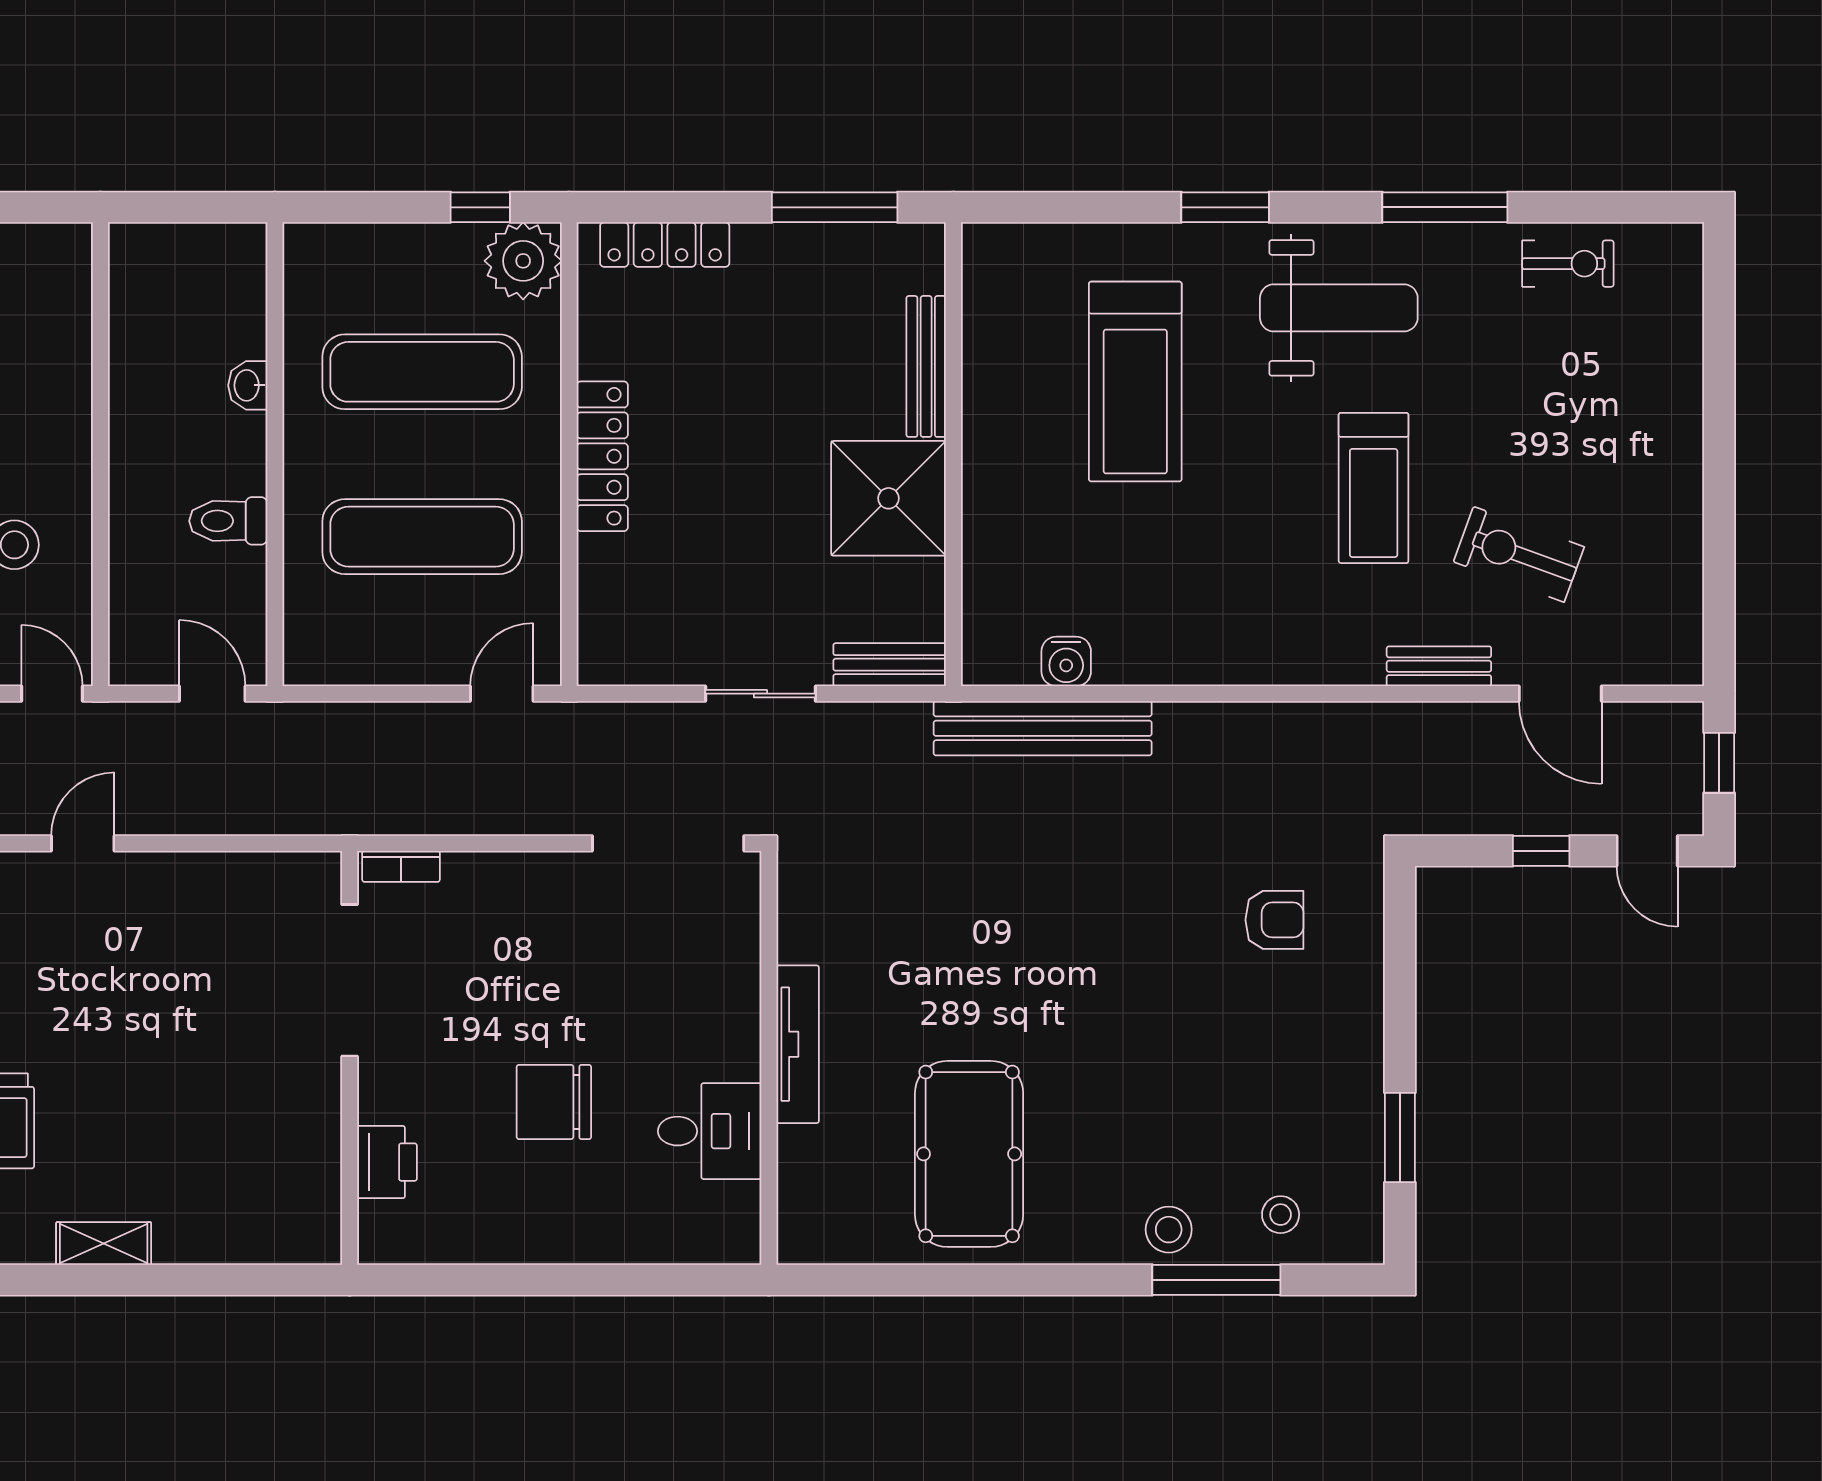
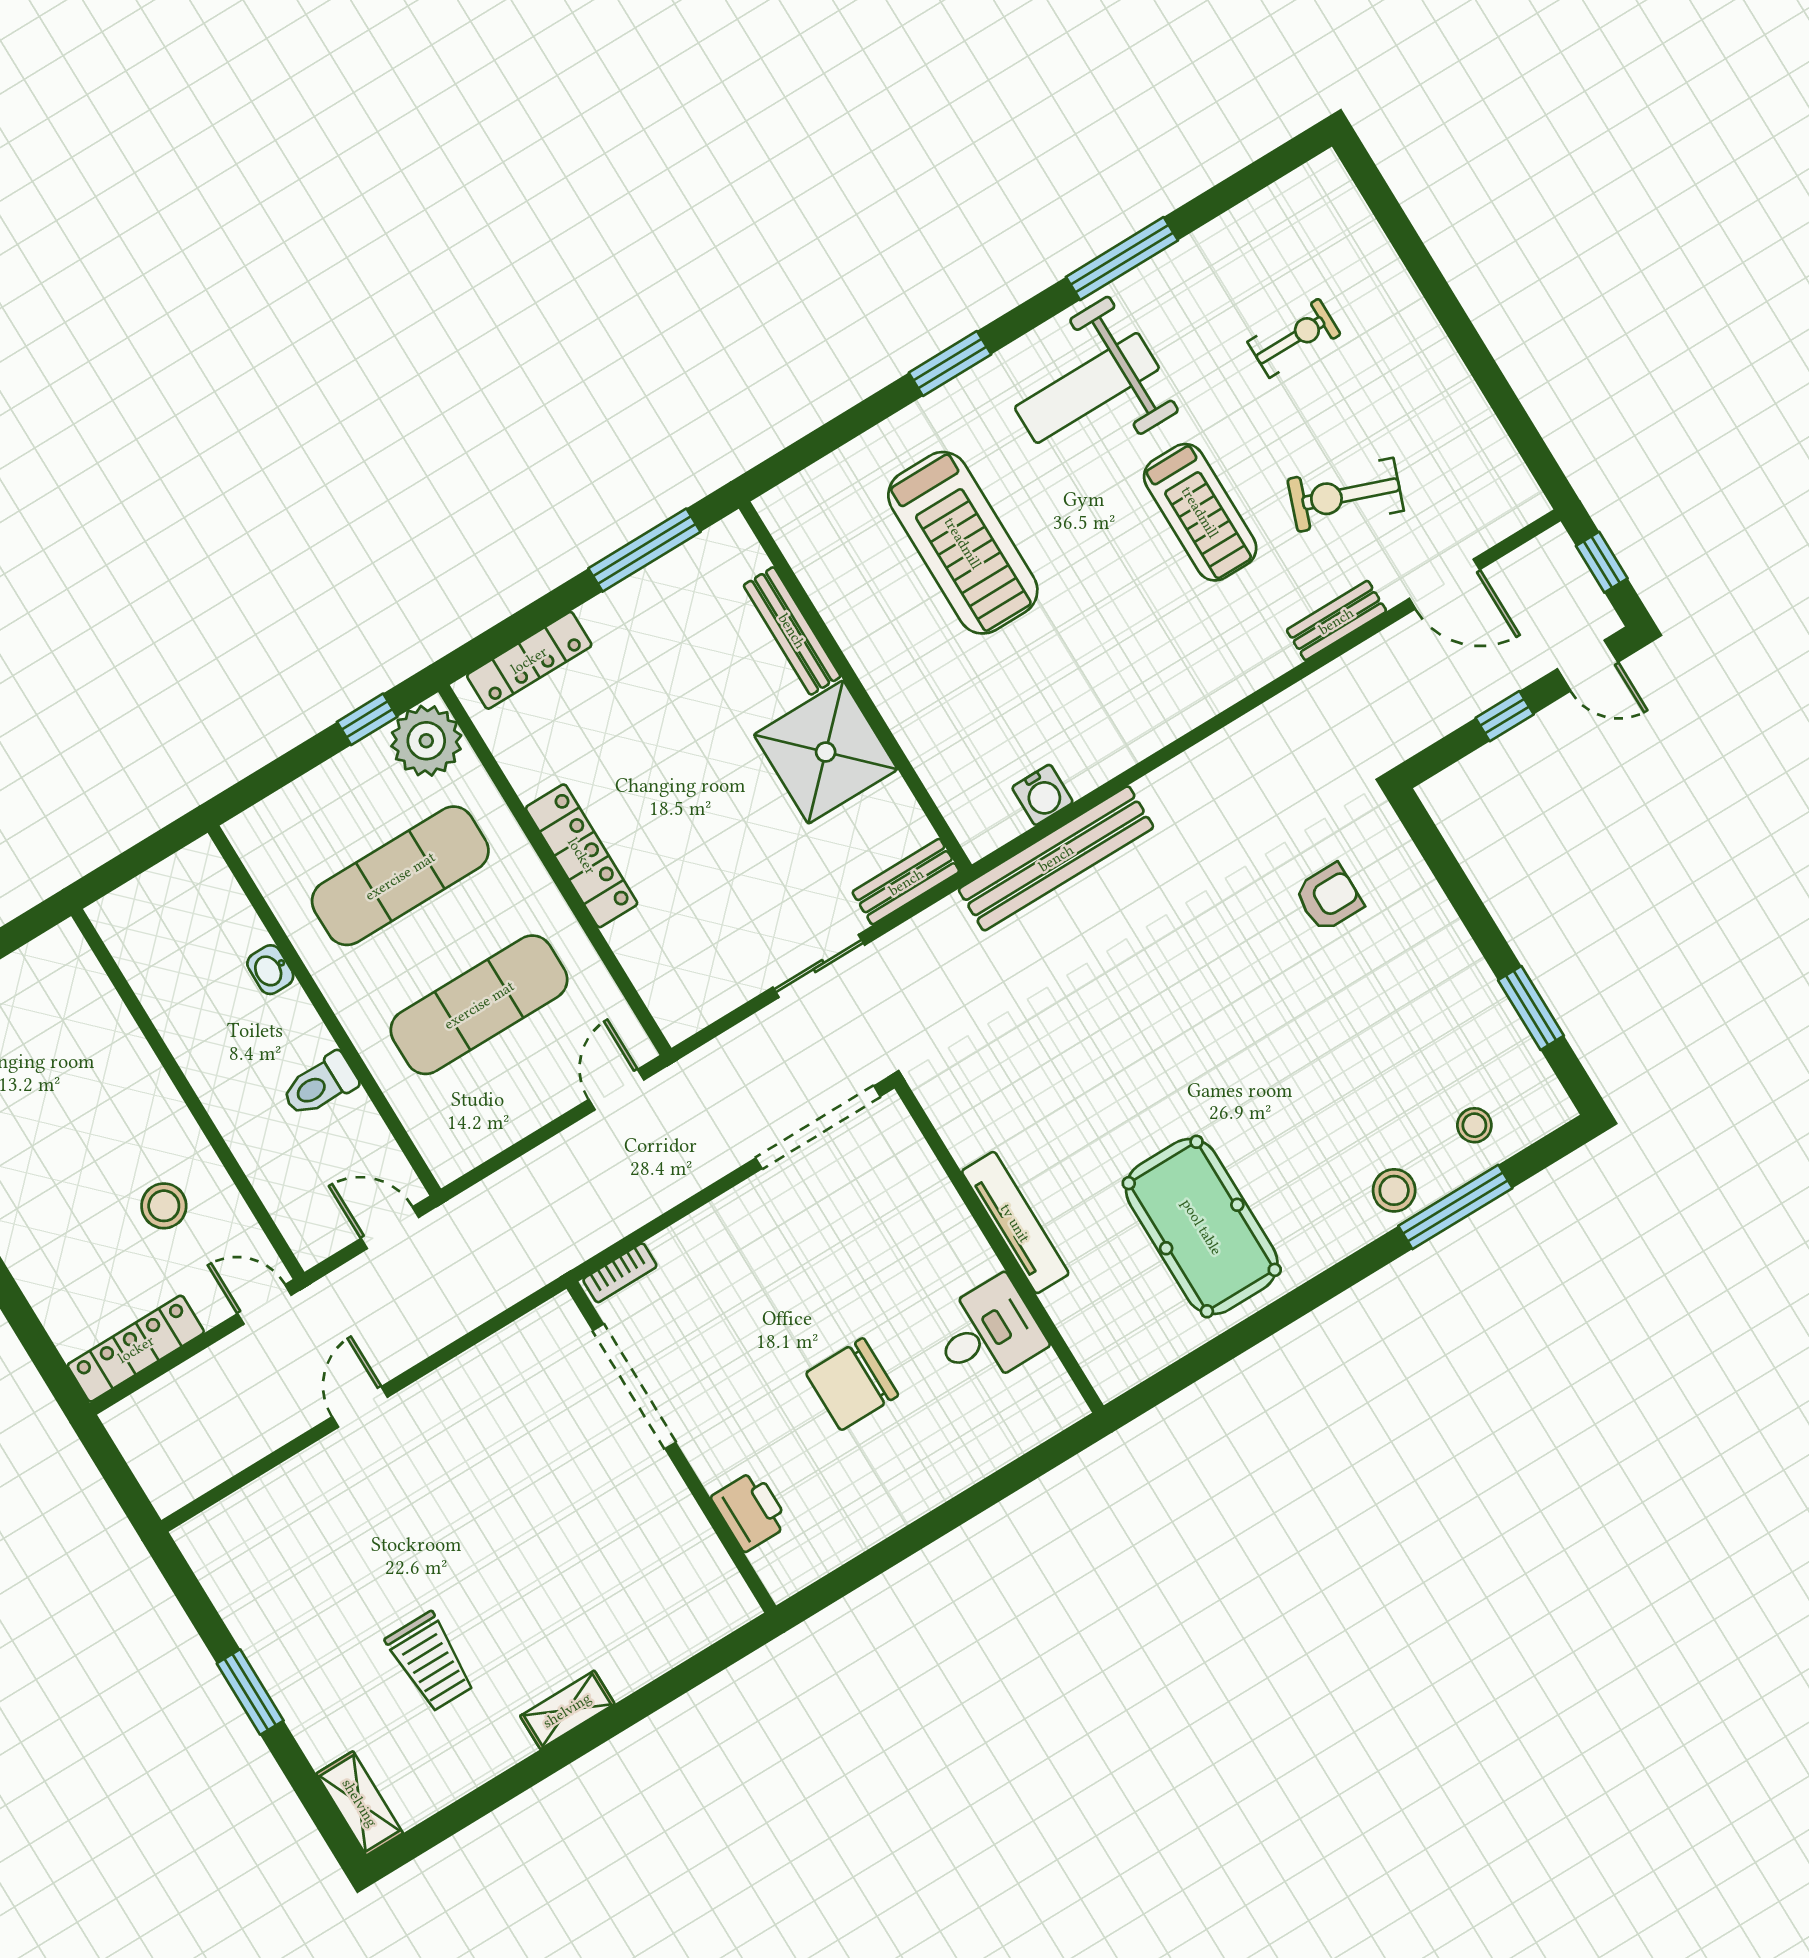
exercise bike: (1568, 264) -> (1294, 338), moved
weight bench: (1339, 308) -> (1087, 388), turned 180

